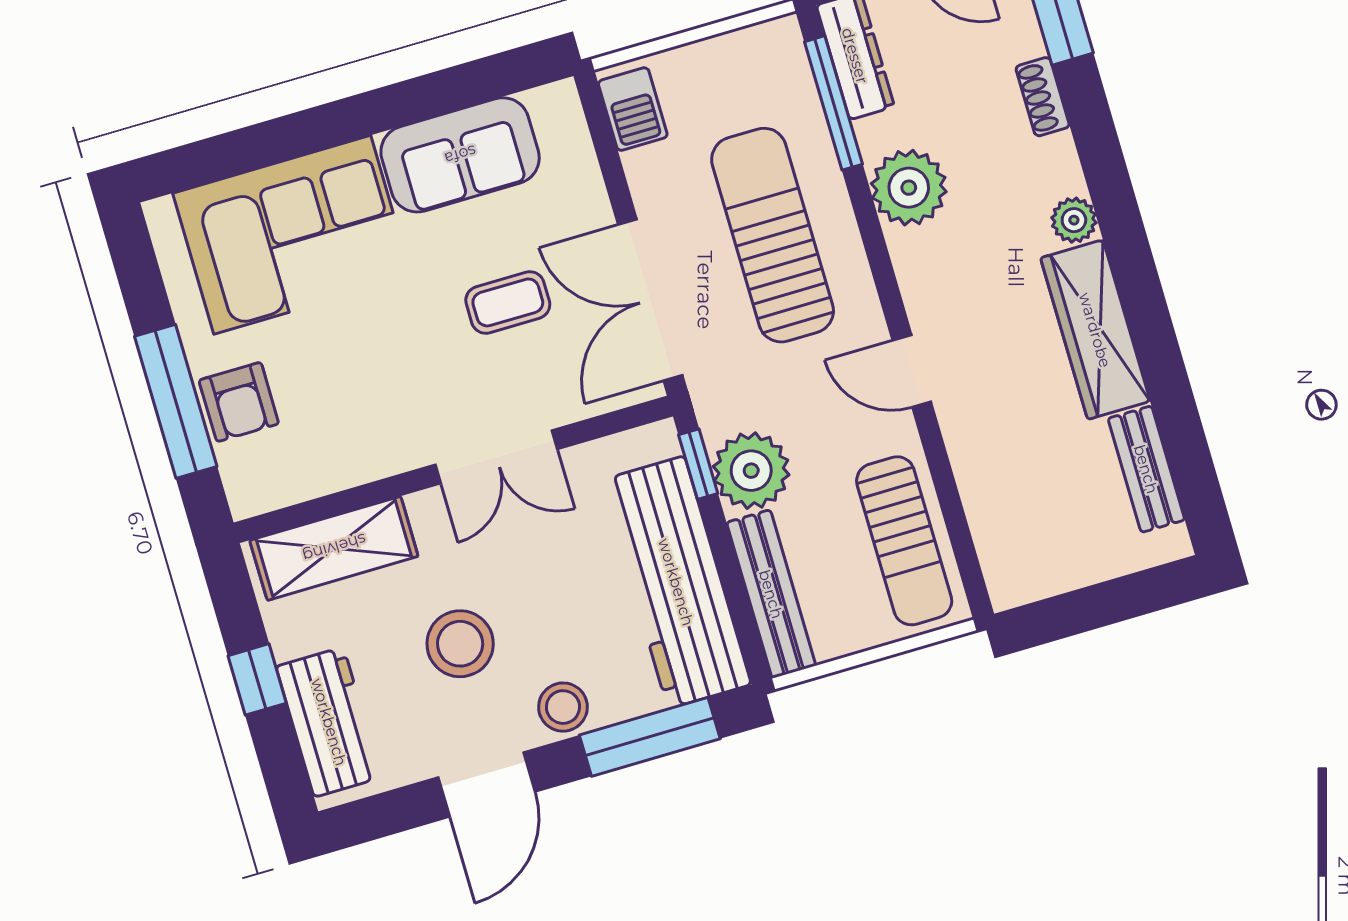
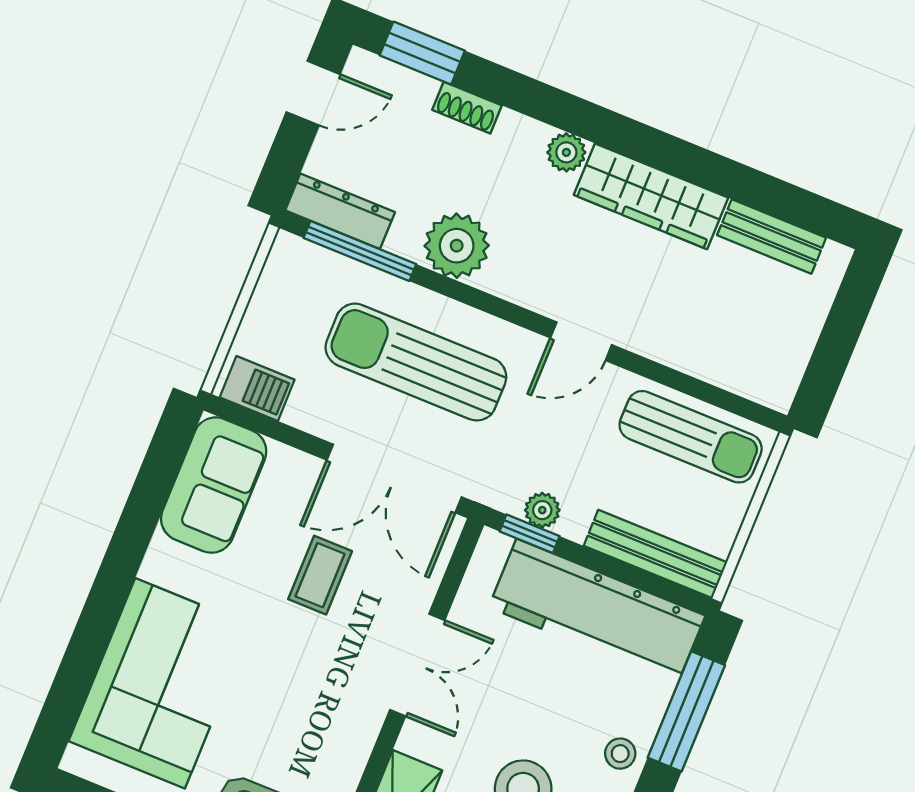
sofa: (460, 155) -> (214, 485), moved
plant: (751, 471) -> (542, 510), width x0.53, depth x0.53
stool: (563, 707) -> (620, 754), width x0.73, depth x0.73

